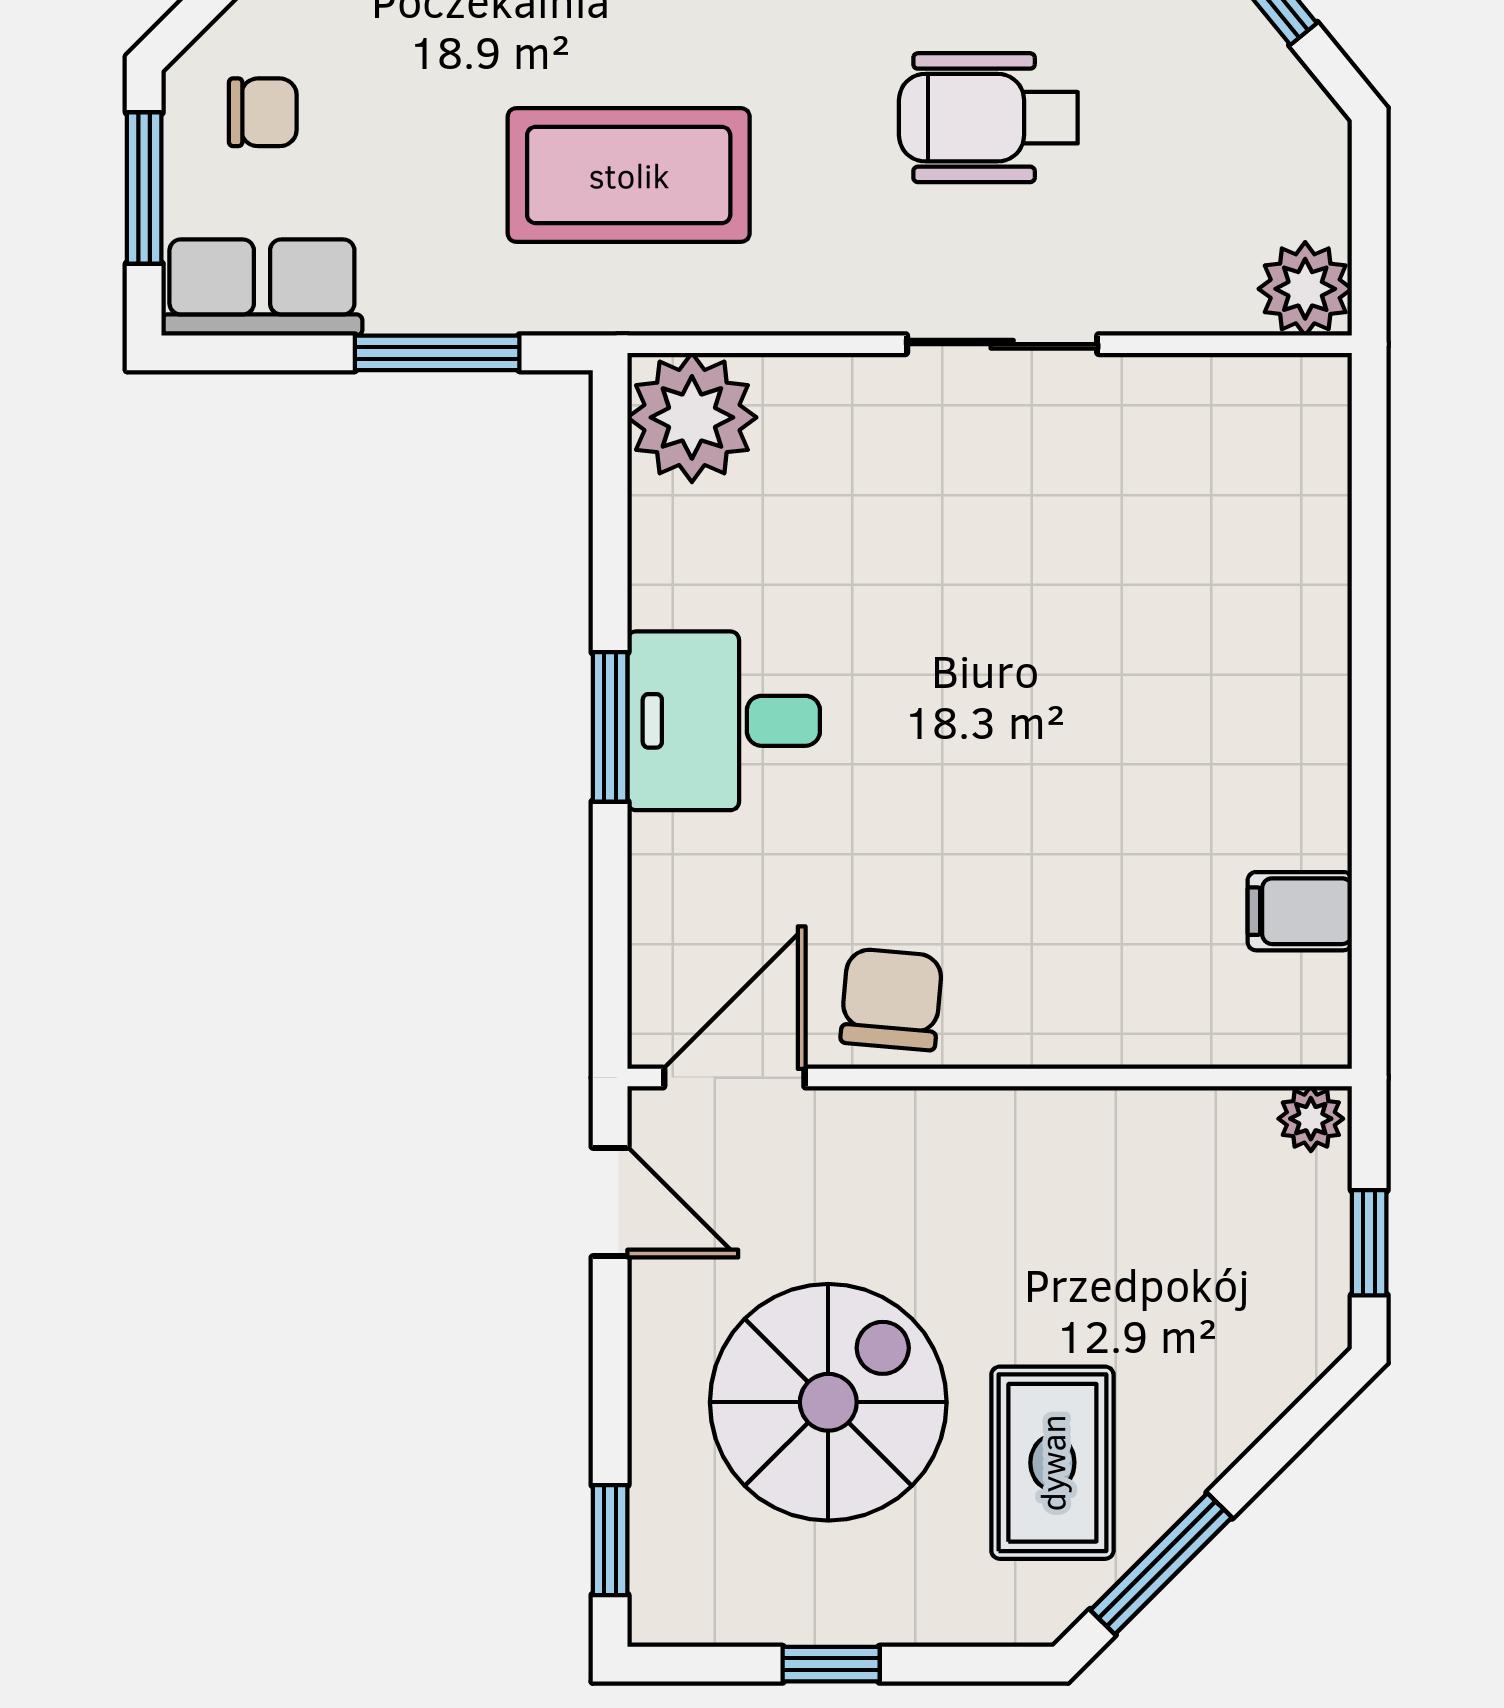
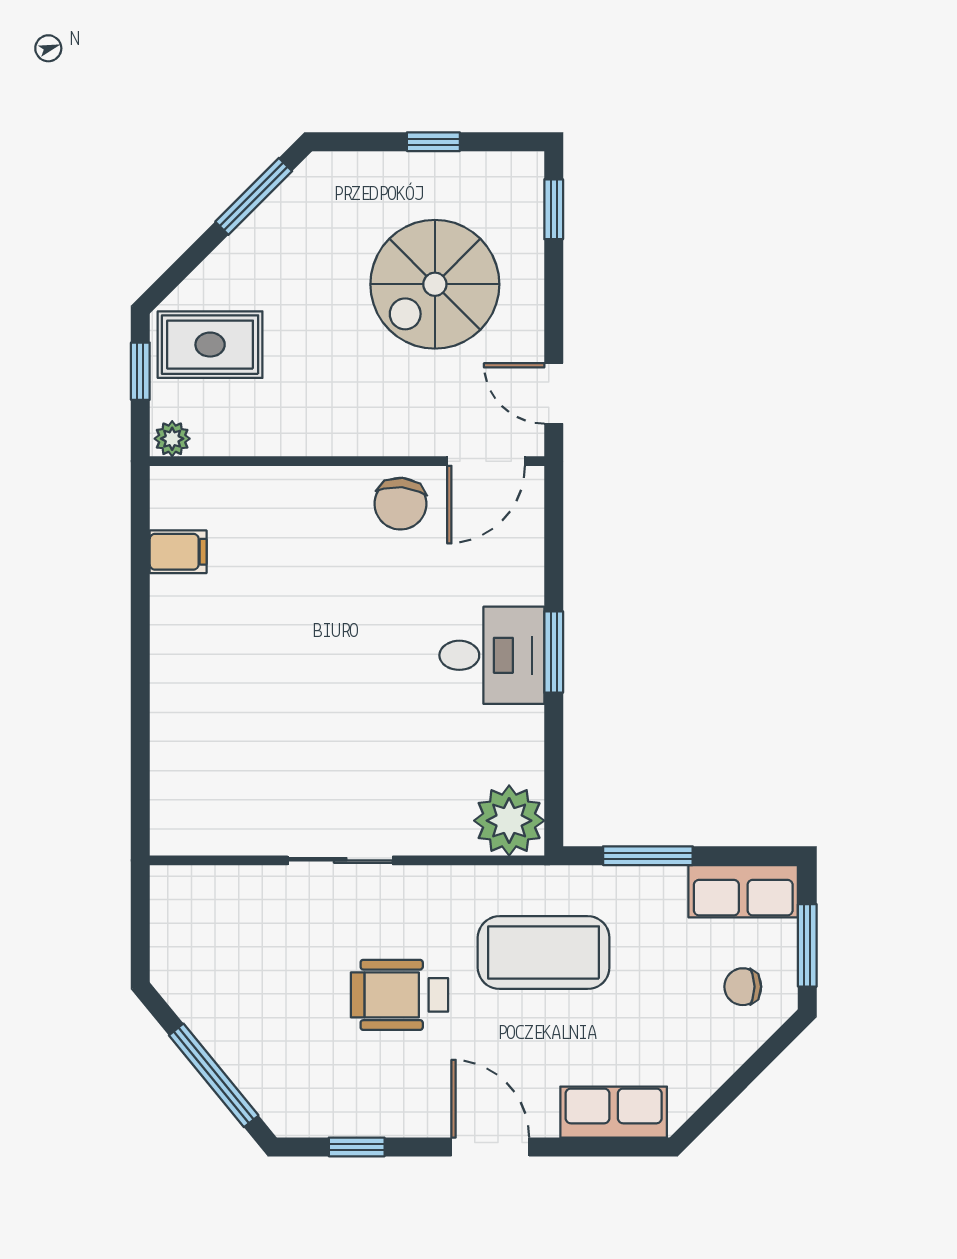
wheelchair: (988, 118) -> (399, 995), moved, turned 180
plant: (1305, 289) -> (175, 891), removed
rug: (1052, 1463) -> (210, 345), moved, turned 90

